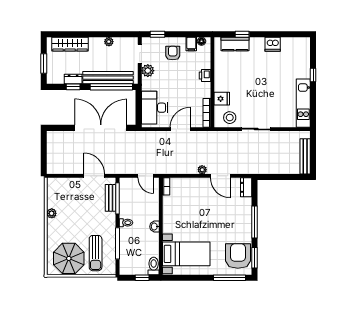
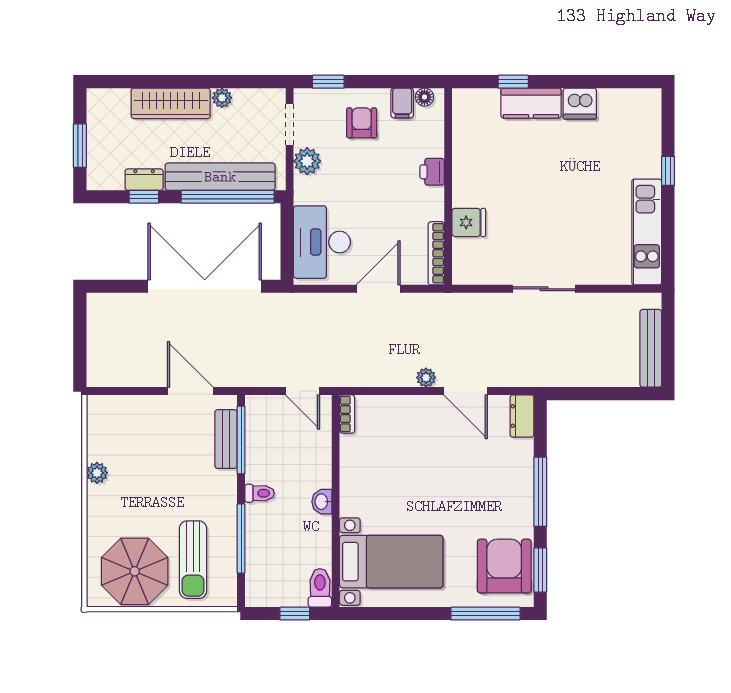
wardrobe: (70, 44) -> (171, 103), moved
kitchen counter: (235, 44) -> (531, 103), moved
stool: (230, 118) -> (486, 264), removed

